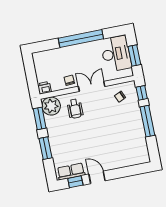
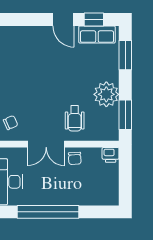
plant: (51, 106) -> (106, 94), moved
wheelchair: (75, 109) -> (75, 118), turned 180
window: (45, 148) -> (125, 55), moved

